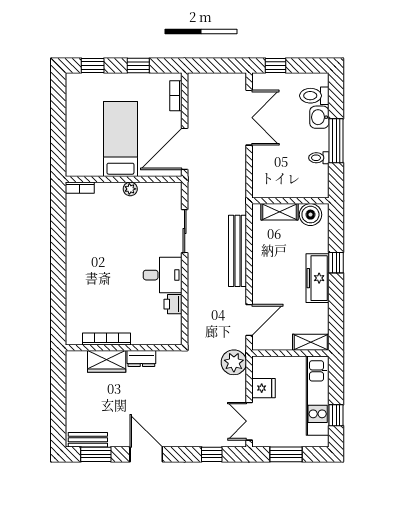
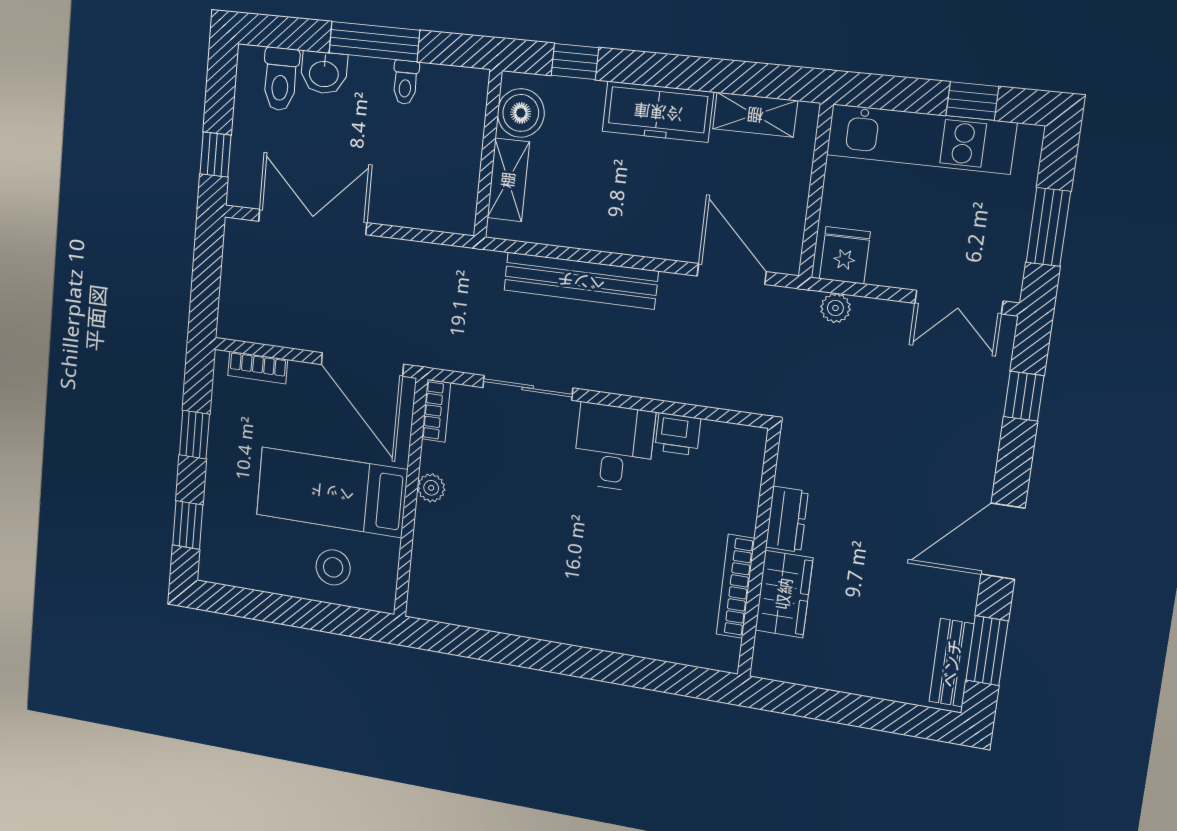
stool: (84, 143) -> (333, 567), added
bookcase: (80, 188) -> (436, 411), moved
window: (336, 263) -> (575, 62), moved
shelving: (311, 342) -> (755, 115), moved, turned 90
plant: (234, 362) -> (835, 308), width x0.53, depth x0.53
fridge: (263, 388) -> (845, 255), moved

